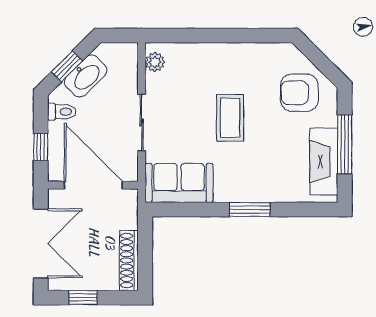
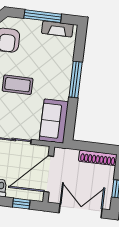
fireplace: (324, 162) -> (57, 29), width x0.73, depth x0.76
window: (250, 209) -> (76, 80), width x1.44

